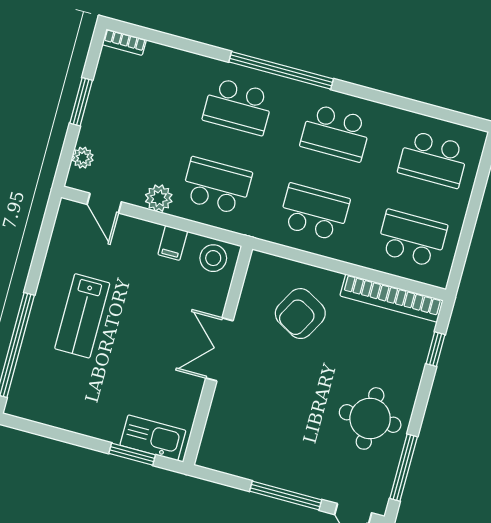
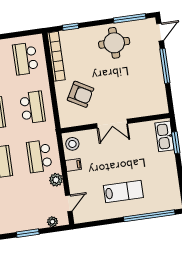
school desk: (314, 212) -> (32, 107), turned 180

